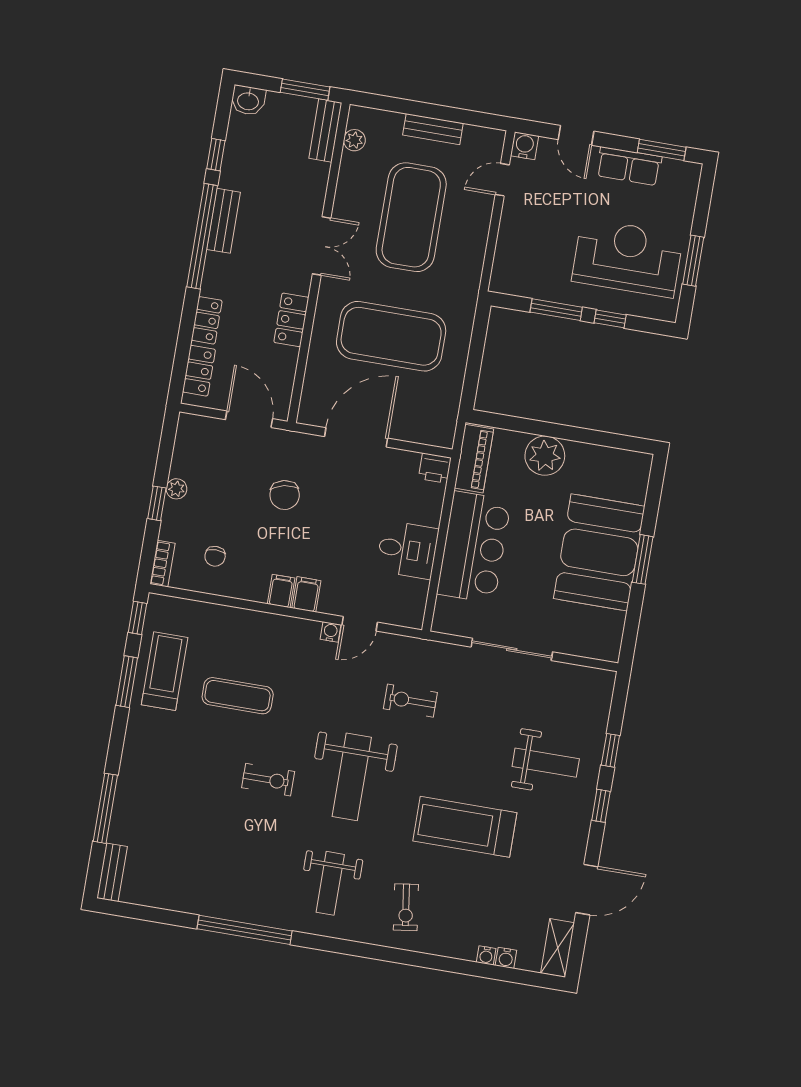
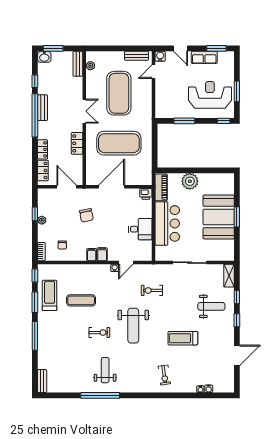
window: (305, 90) -> (53, 48), moved
bench: (433, 129) -> (137, 56), moved
window: (610, 319) -> (224, 121), moved
window: (157, 503) -> (35, 214), moved
window: (105, 808) -> (35, 336), moved
treadmill: (465, 827) -> (183, 338), width x0.73, depth x0.73
weight bench: (330, 883) -> (105, 370), moved, turned 180
shelving: (558, 948) -> (229, 276), moved

